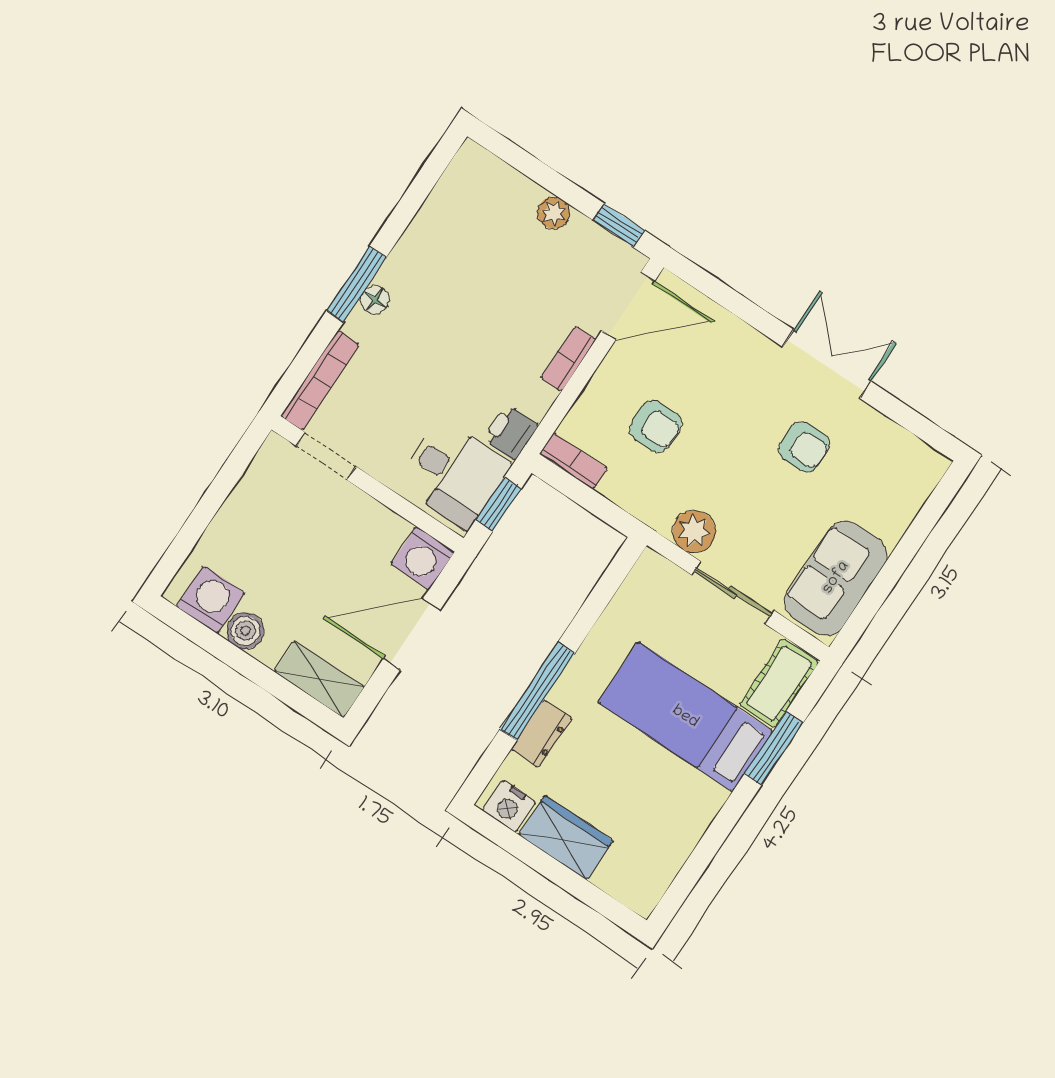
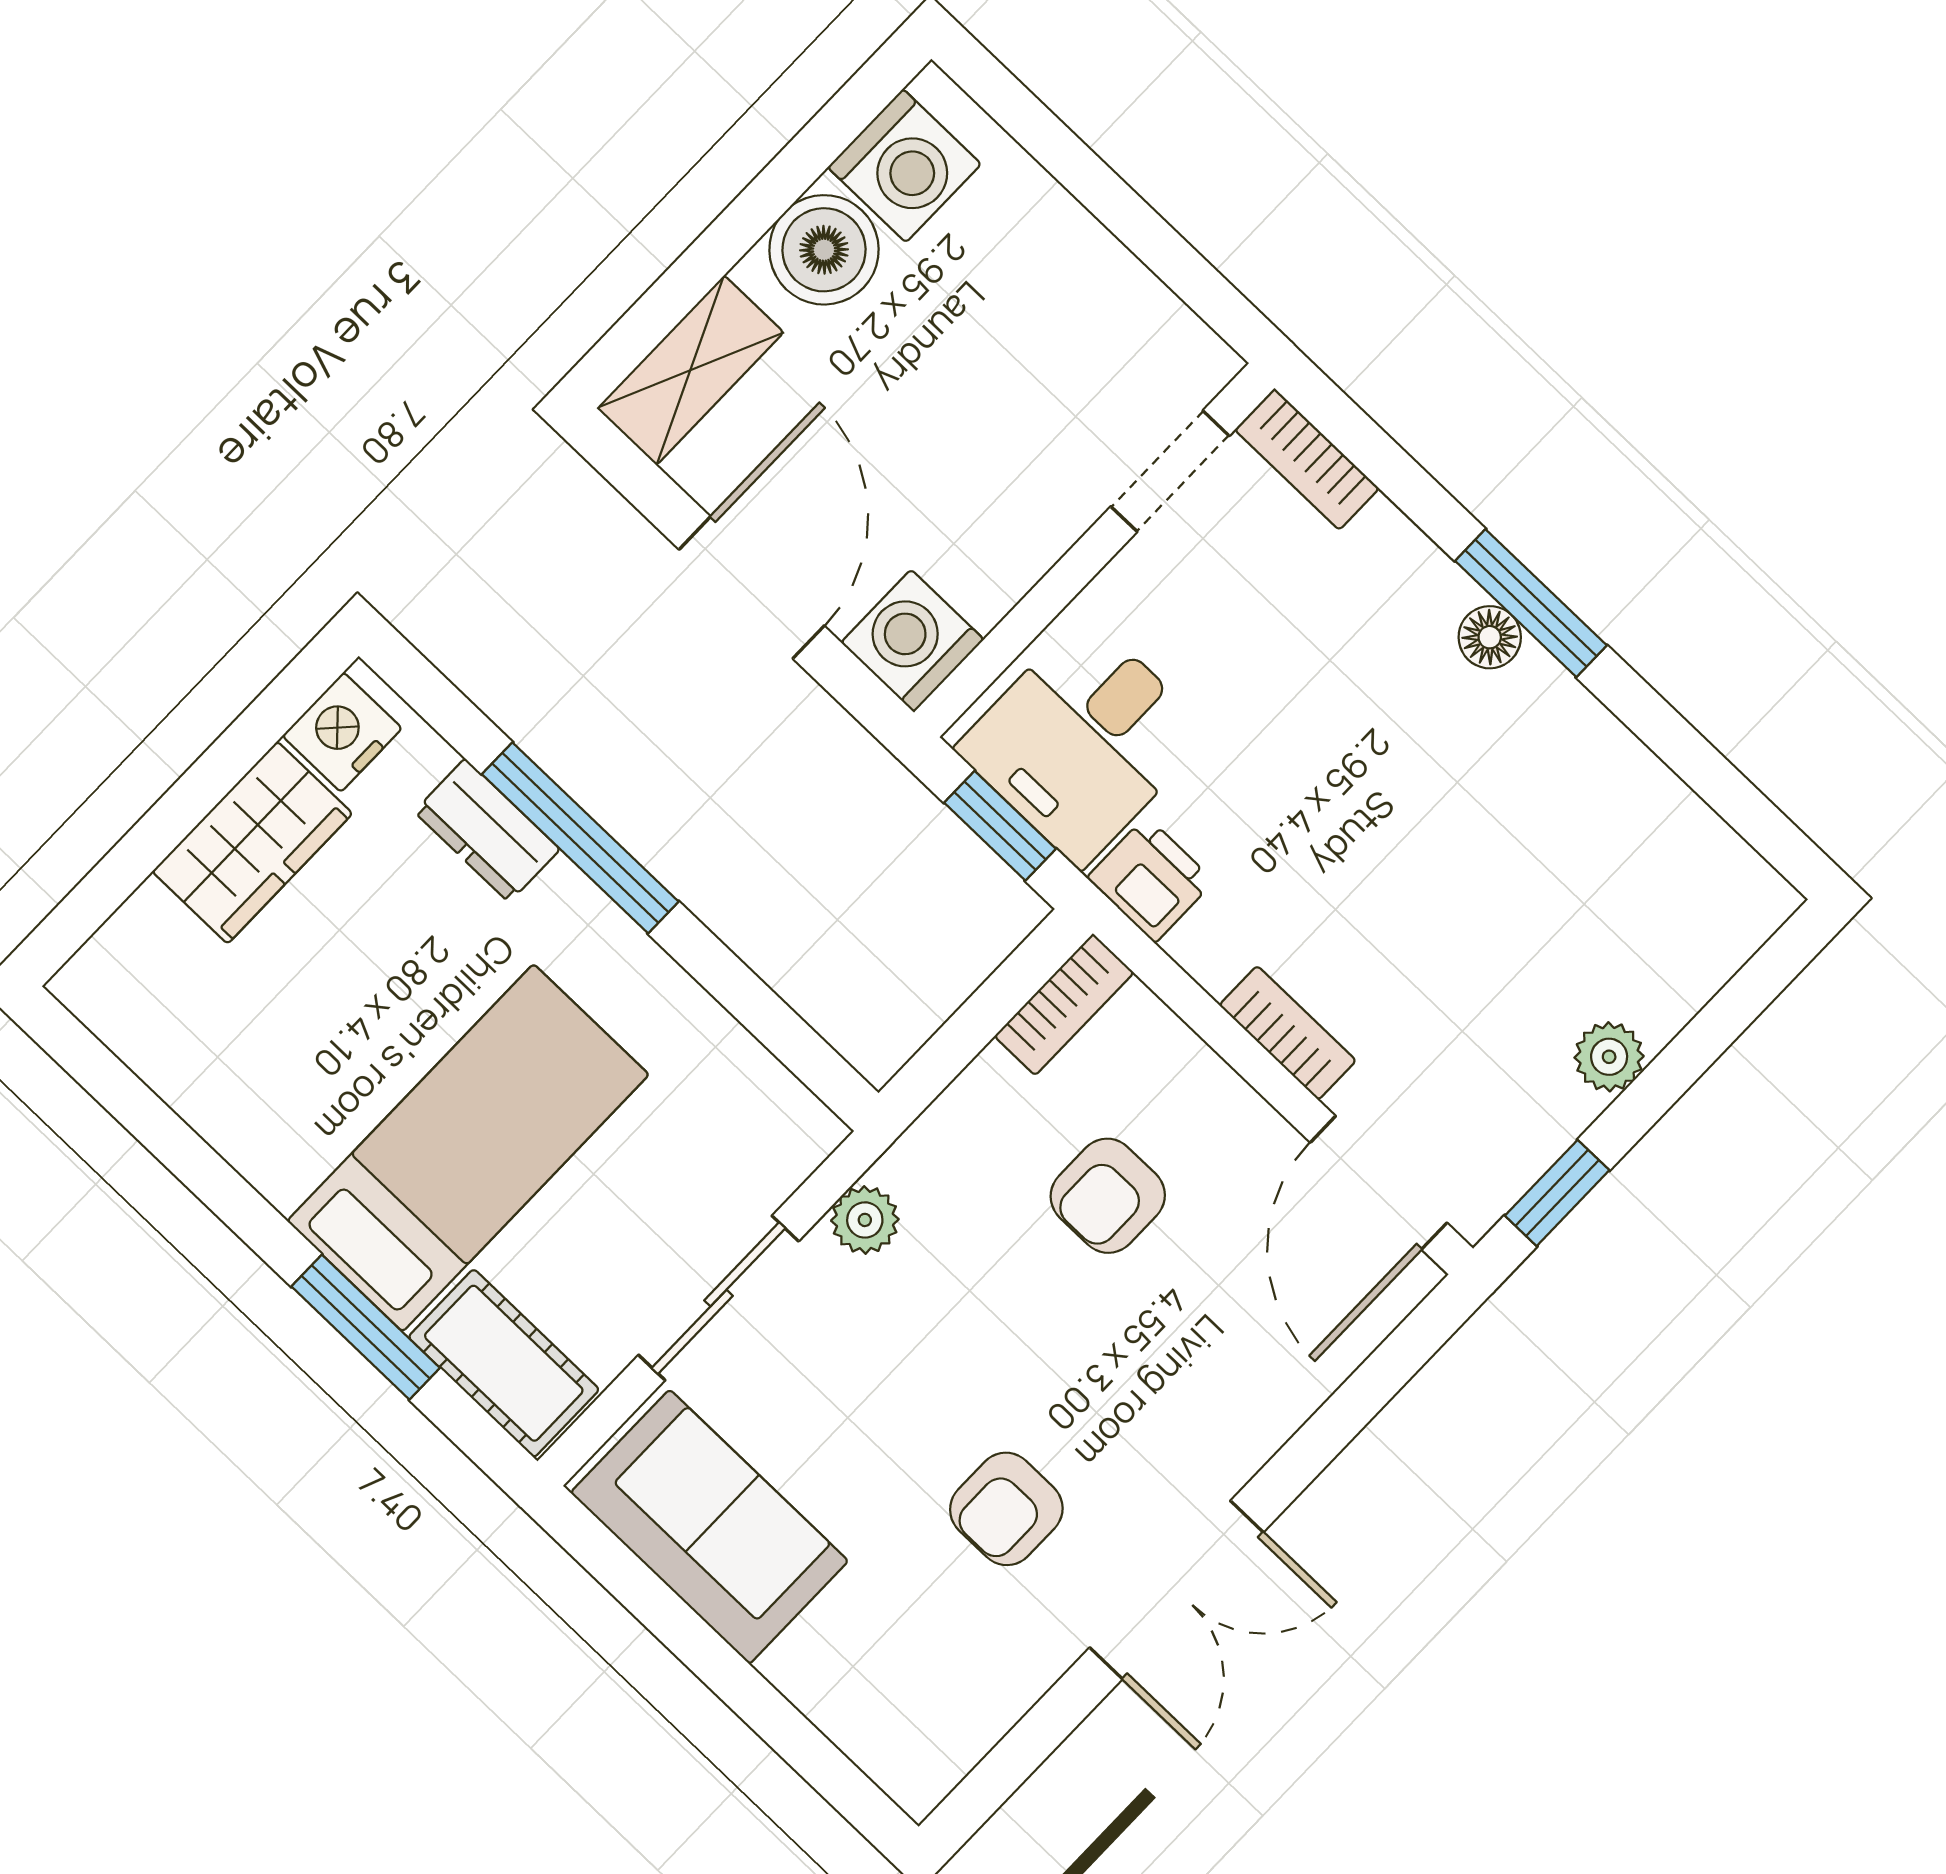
bookcase: (320, 380) -> (1307, 459), width x0.64
plant: (694, 532) -> (865, 1220), width x0.73, depth x0.73
boiler: (245, 631) -> (824, 250), width x1.36, depth x1.36

